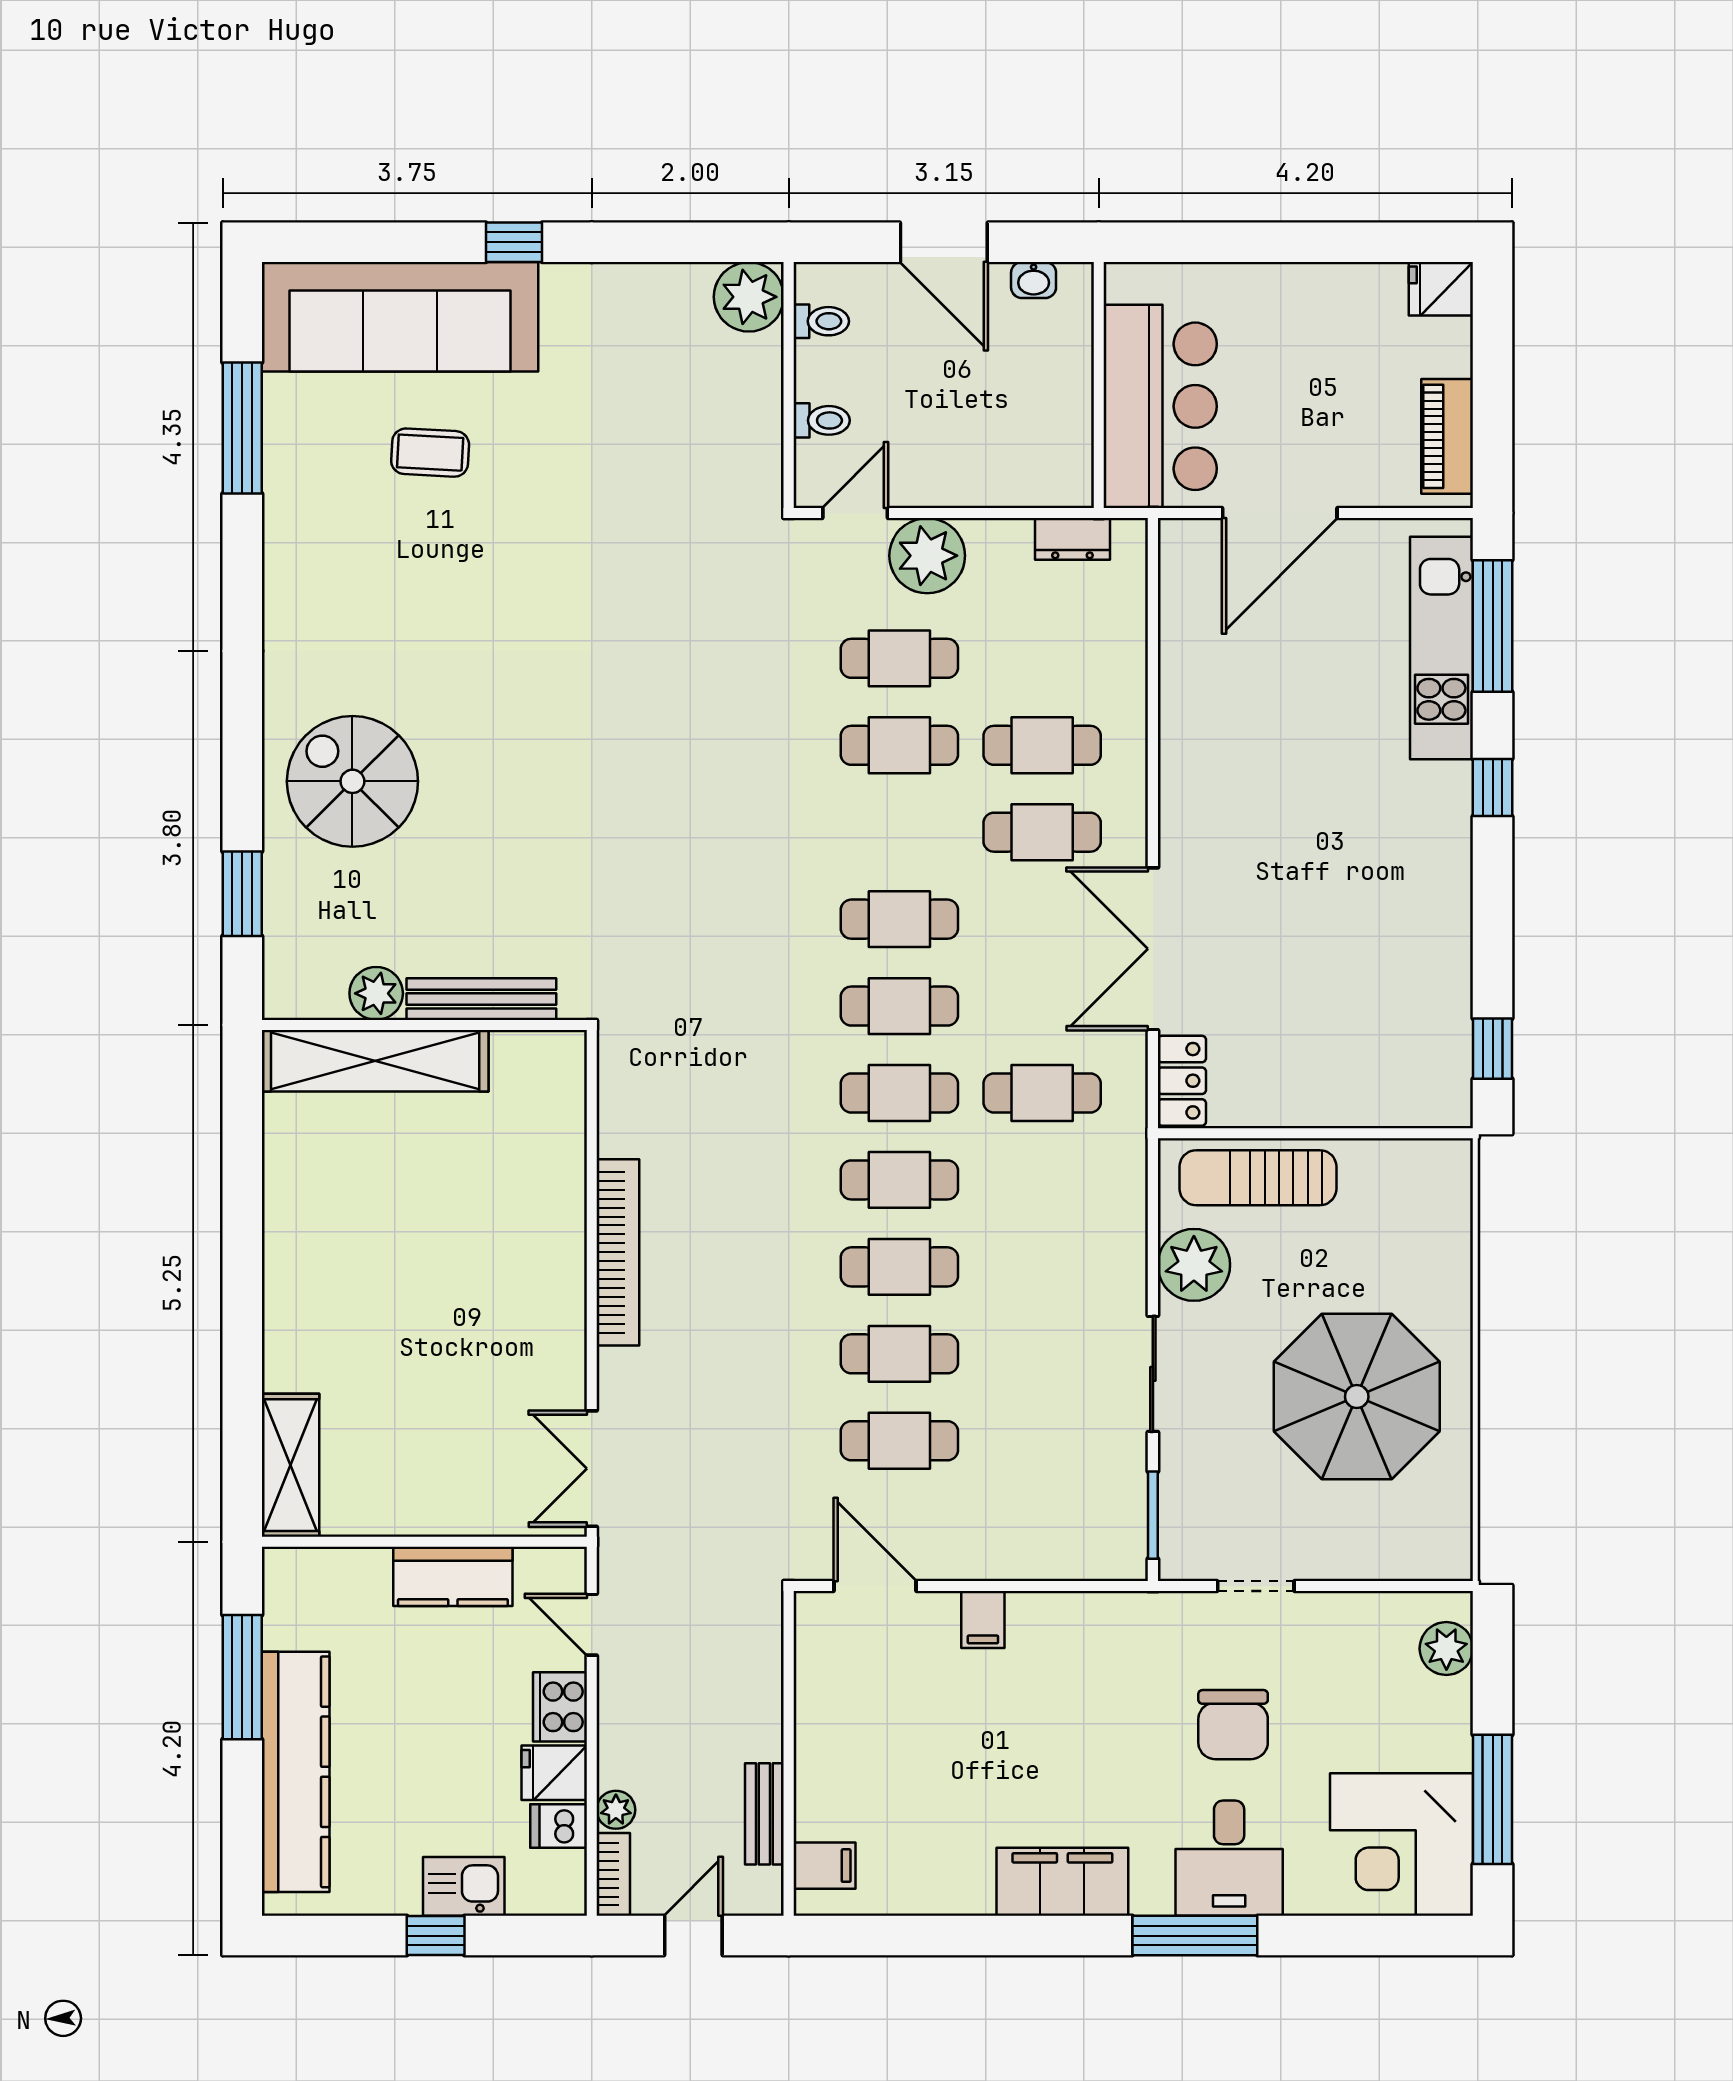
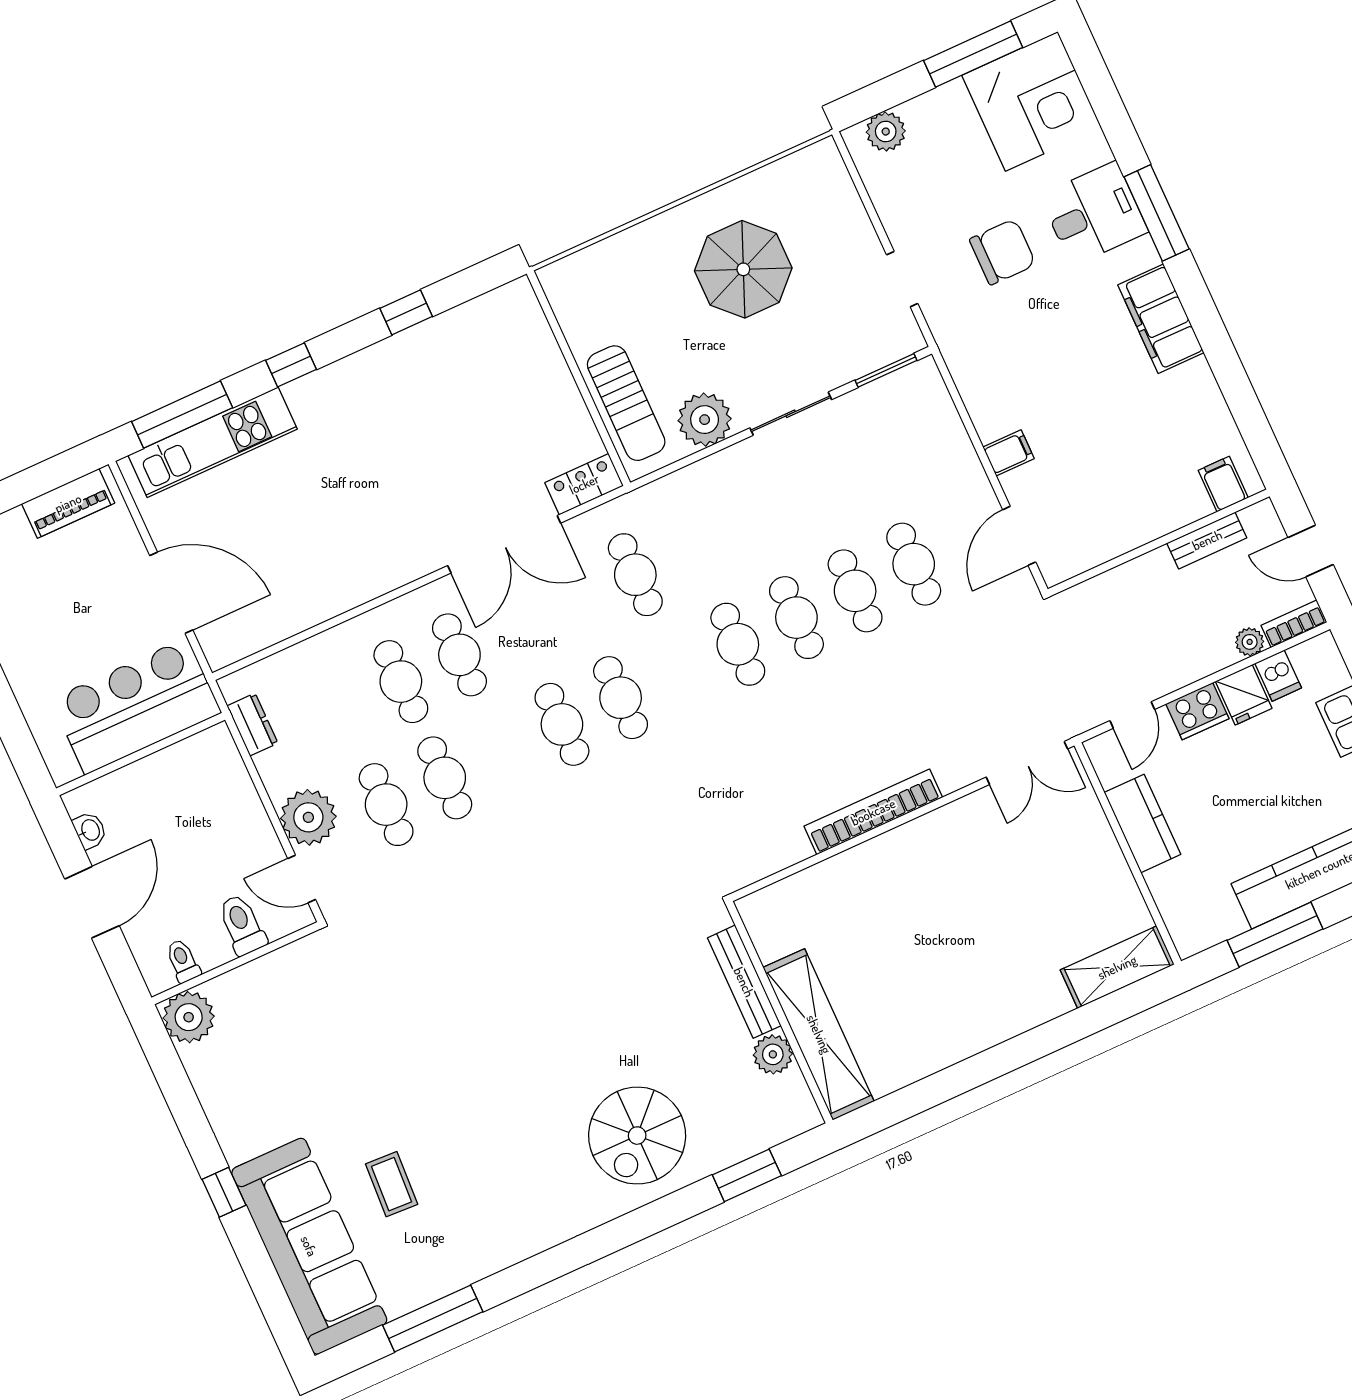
toilet: (822, 420) -> (242, 925), width x1.37, depth x1.39
window: (1493, 1049) -> (406, 312), moved
cafe table: (899, 1093) -> (679, 671), removed
parasol: (1357, 1397) -> (743, 269), width x0.73, depth x0.73

